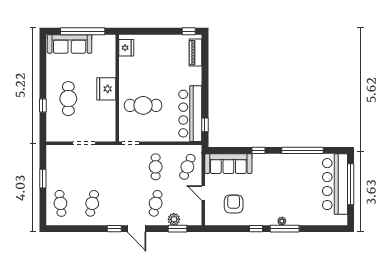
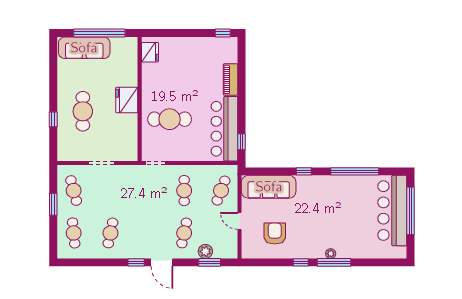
piano: (196, 53) -> (231, 79), moved
cafe table: (60, 167) -> (74, 191), added

